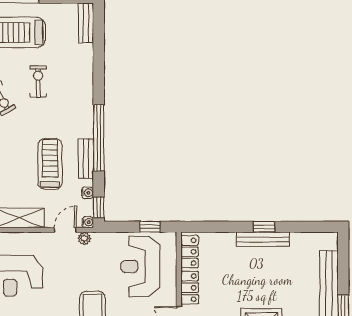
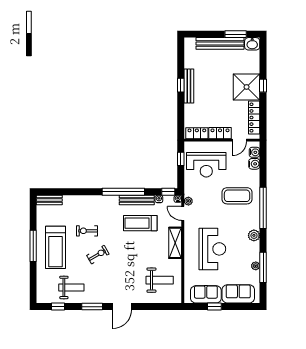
bench: (86, 159) -> (137, 200), width x1.36

